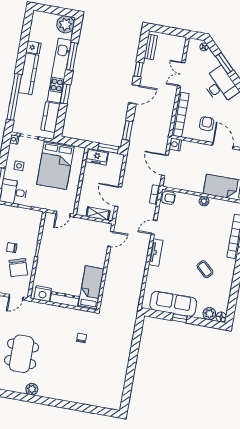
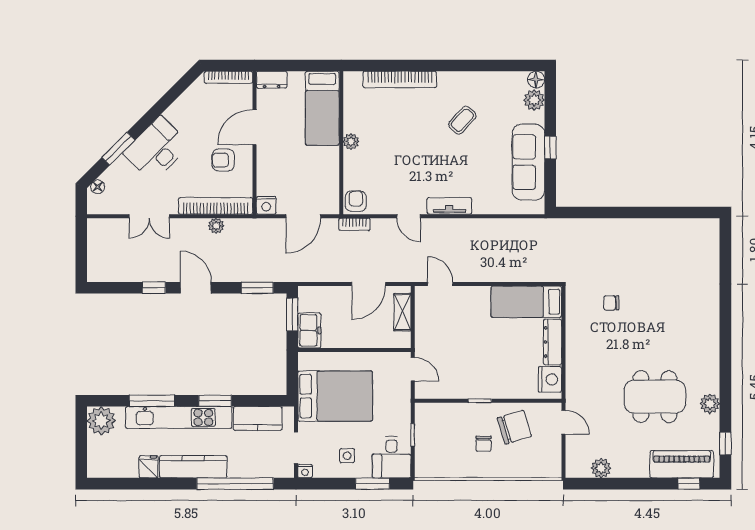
bench: (151, 47) -> (113, 274), removed
plant: (169, 113) -> (216, 226), added
plant: (32, 389) -> (710, 404), moved

